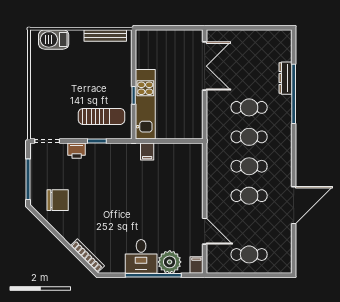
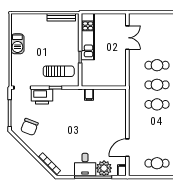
barbecue: (54, 39) -> (17, 44), moved, turned -90
double door: (205, 66) -> (127, 38), width x0.73
kitchen unit: (145, 104) -> (88, 37), moved
printer: (77, 151) -> (42, 96), width x1.87, depth x1.48
cafe table: (249, 196) -> (157, 124), removed
chair: (58, 200) -> (29, 127), turned 111
door: (205, 231) -> (127, 148), swing flipped

